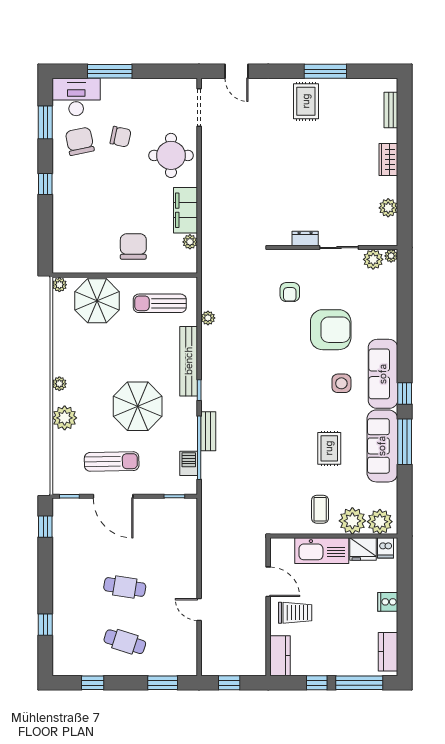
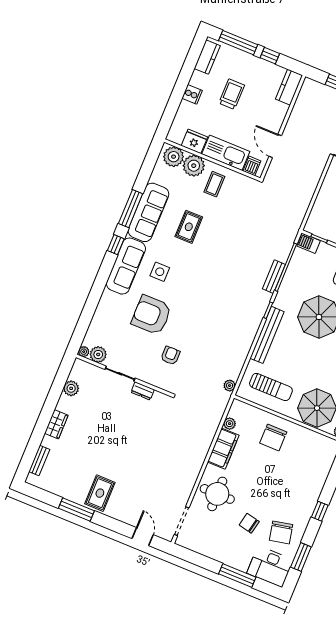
plant: (208, 318) -> (230, 386), moved
barbecue: (189, 463) -> (309, 243), moved, turned 90
dishwasher: (385, 548) -> (252, 166), moved
trolley: (295, 613) -> (232, 94), moved, turned 90

